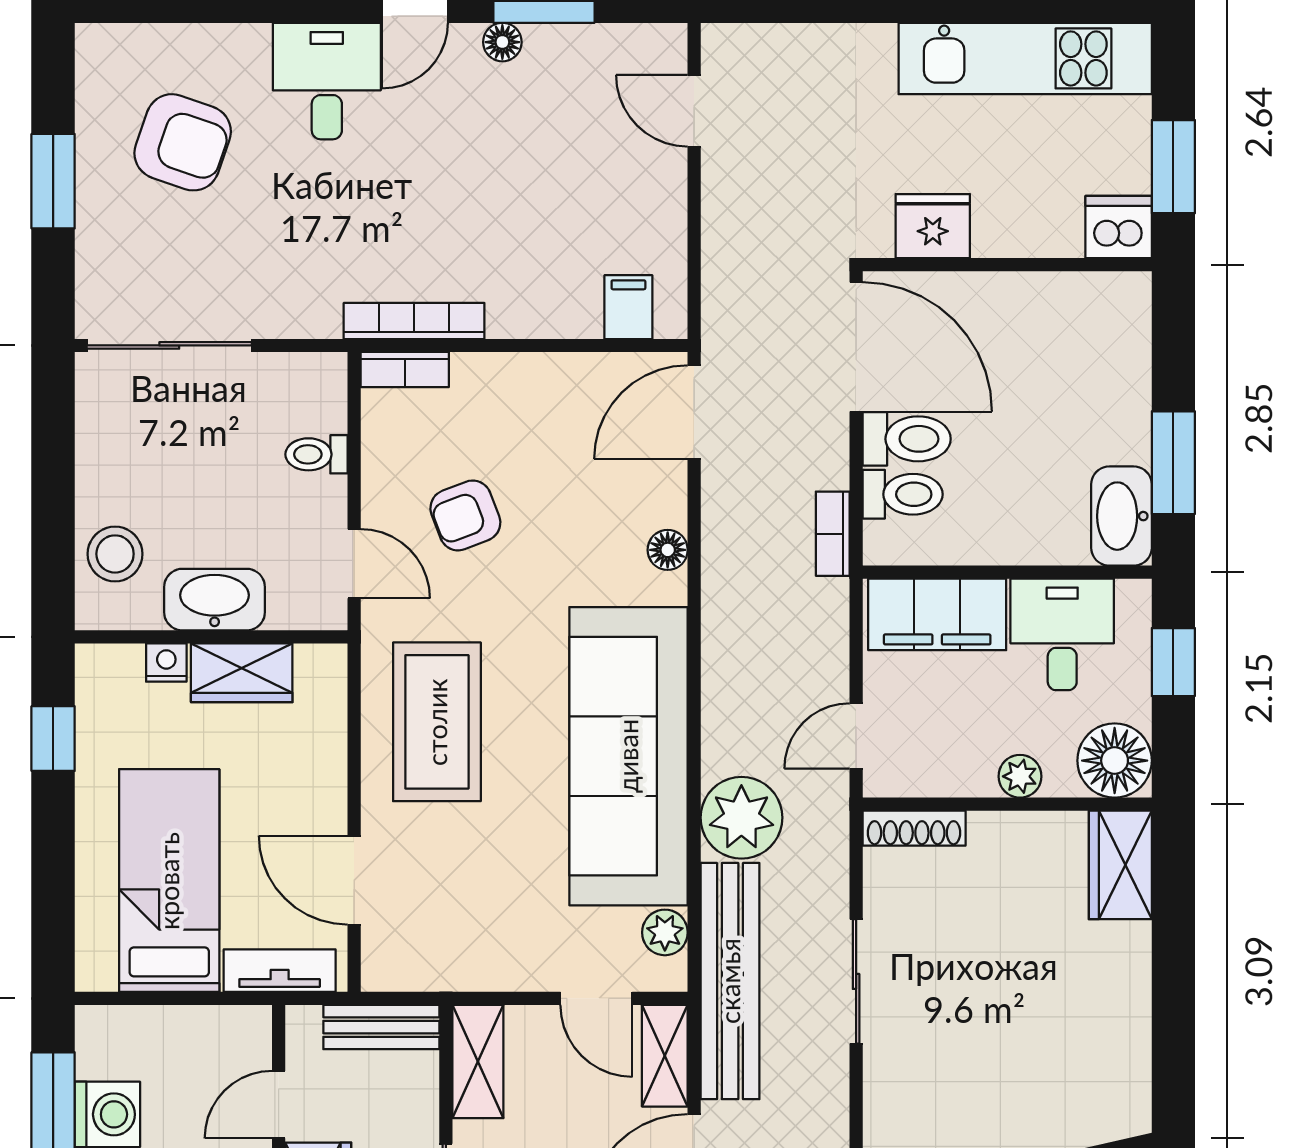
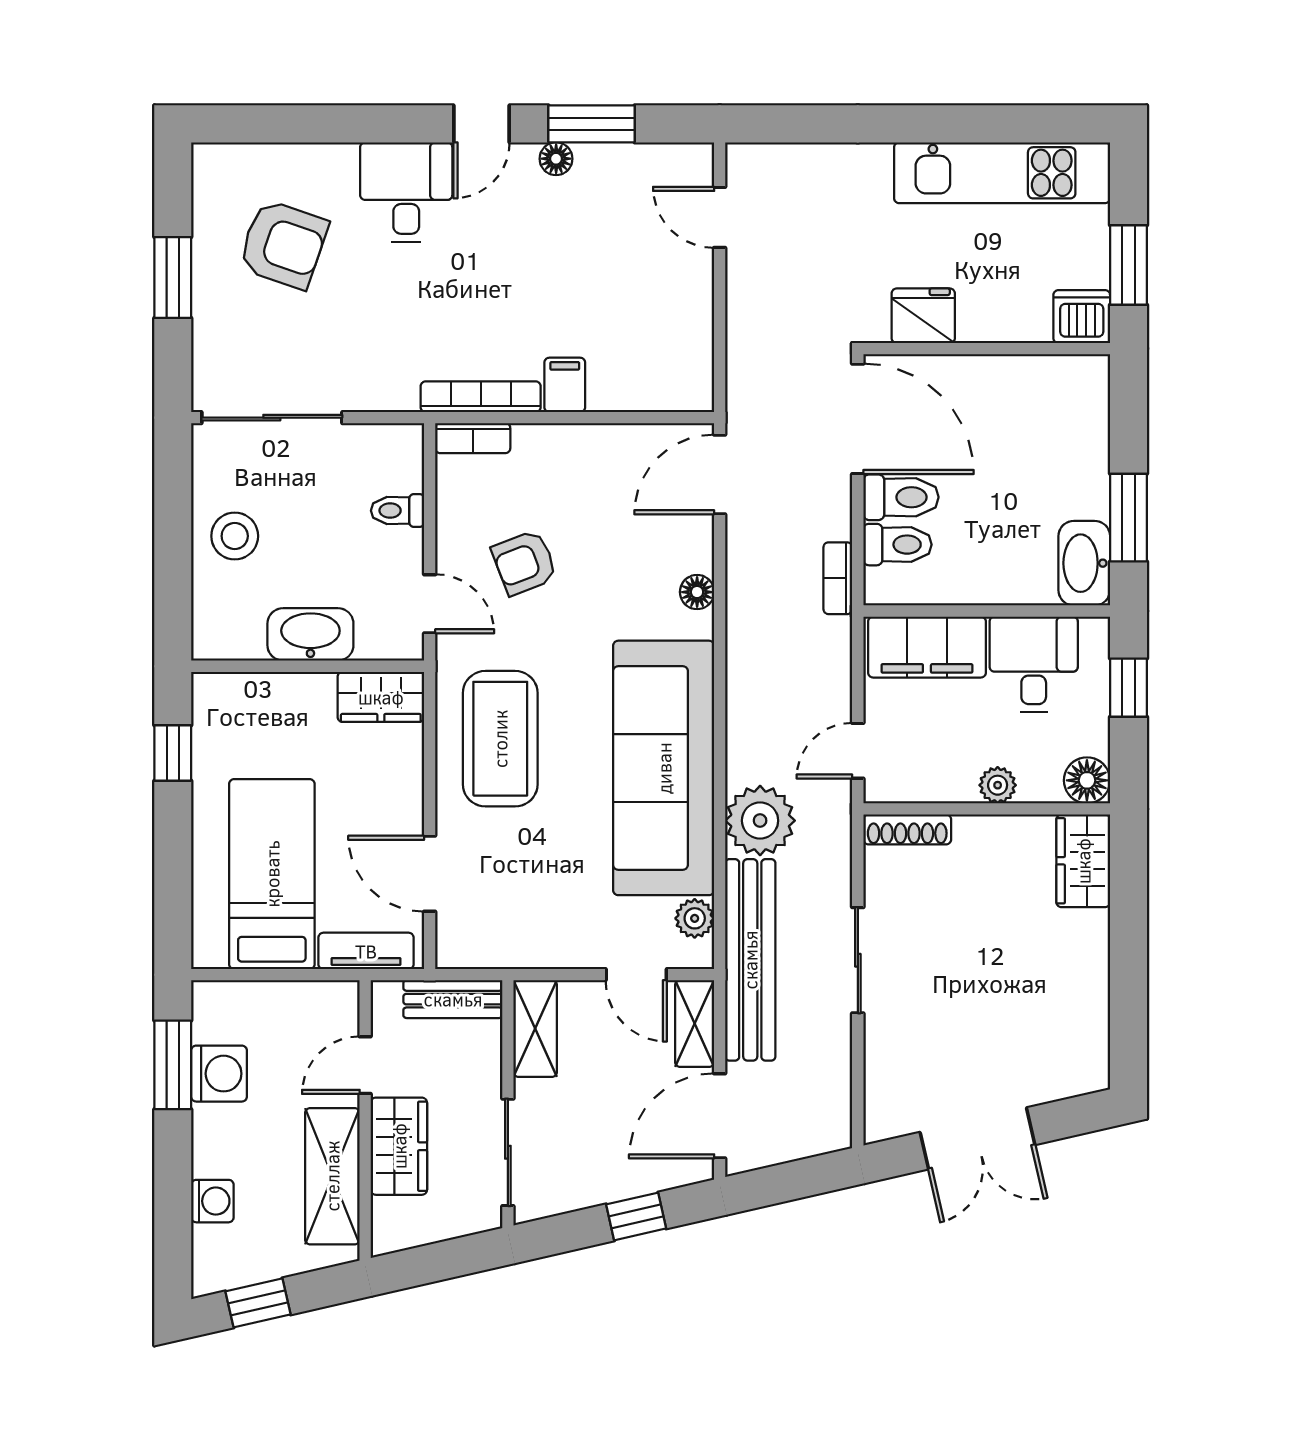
filing cabinet: (628, 307) -> (565, 385), moved
stool: (115, 554) -> (235, 536), moved
nightstand: (166, 663) -> (269, 688), removed
wardrobe: (242, 673) -> (381, 697), moved
floor lamp: (1115, 761) -> (1087, 780), width x0.73, depth x0.73

